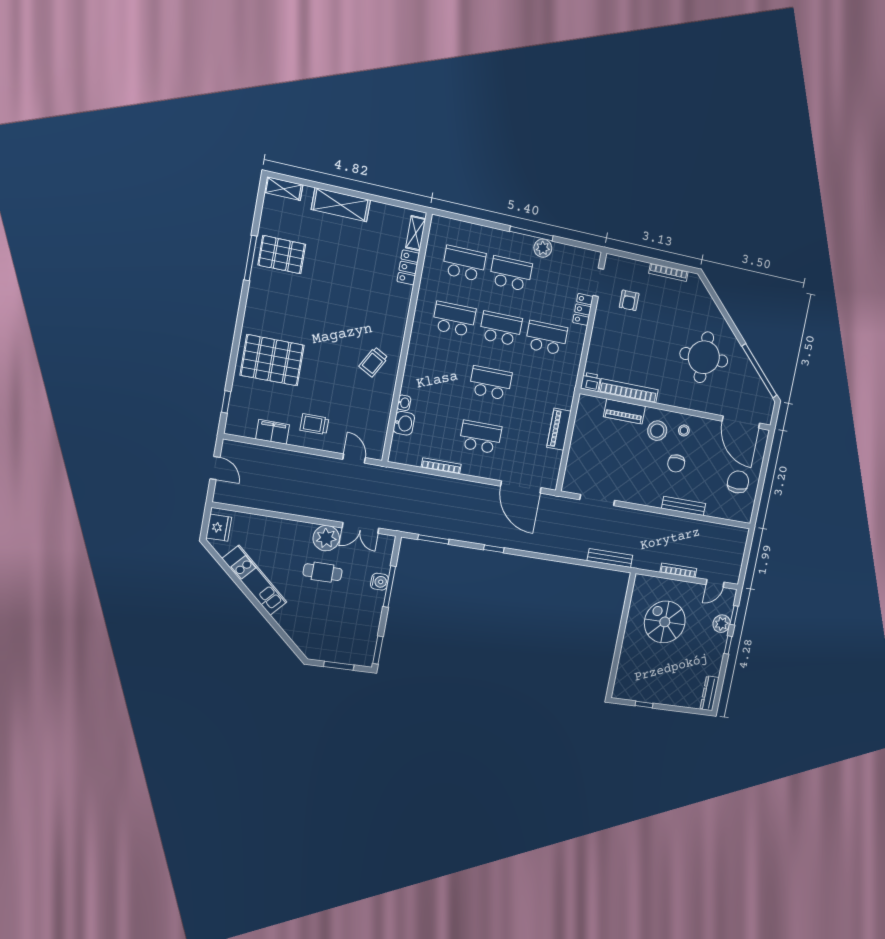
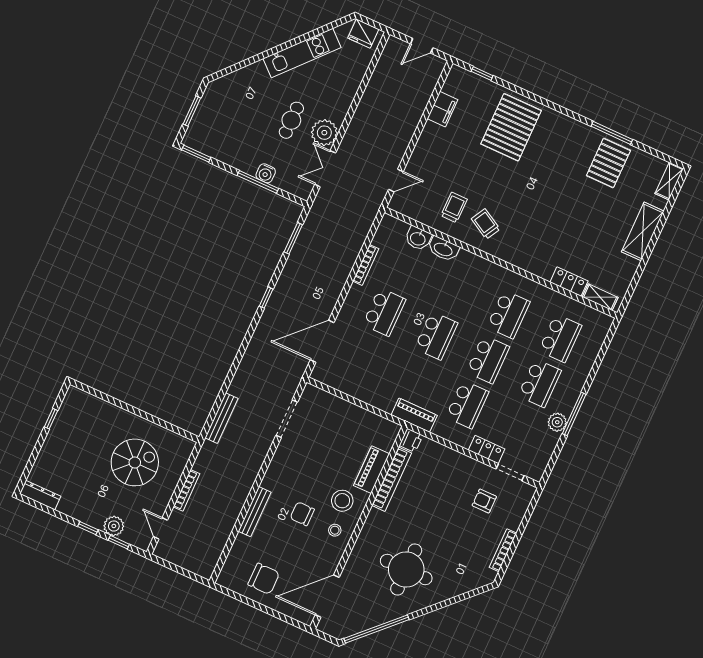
washbasin: (404, 403) -> (443, 249), width x1.91, depth x1.45
trolley: (314, 424) -> (454, 207), moved
piano: (559, 429) -> (414, 415), moved

